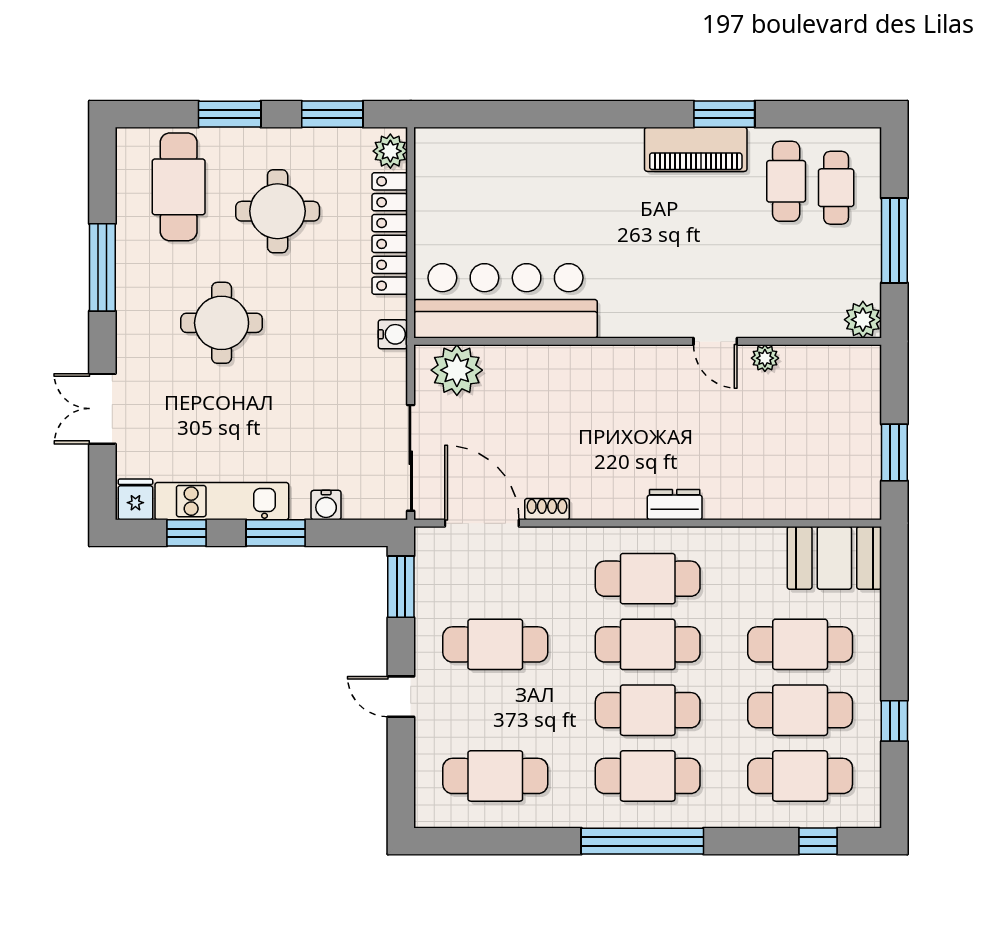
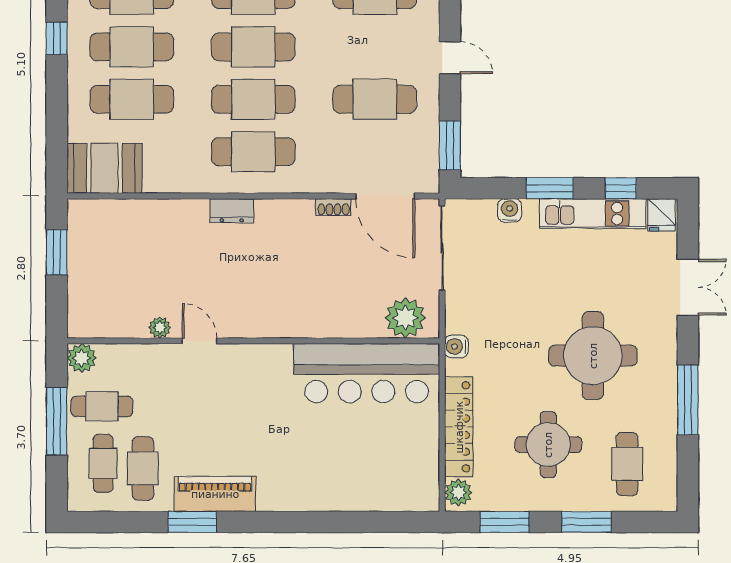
cafe table: (179, 187) -> (627, 464), width x0.73, depth x0.74
cafe table: (838, 259) -> (102, 406), added
round table: (222, 323) -> (593, 356), width x1.36, depth x1.36

